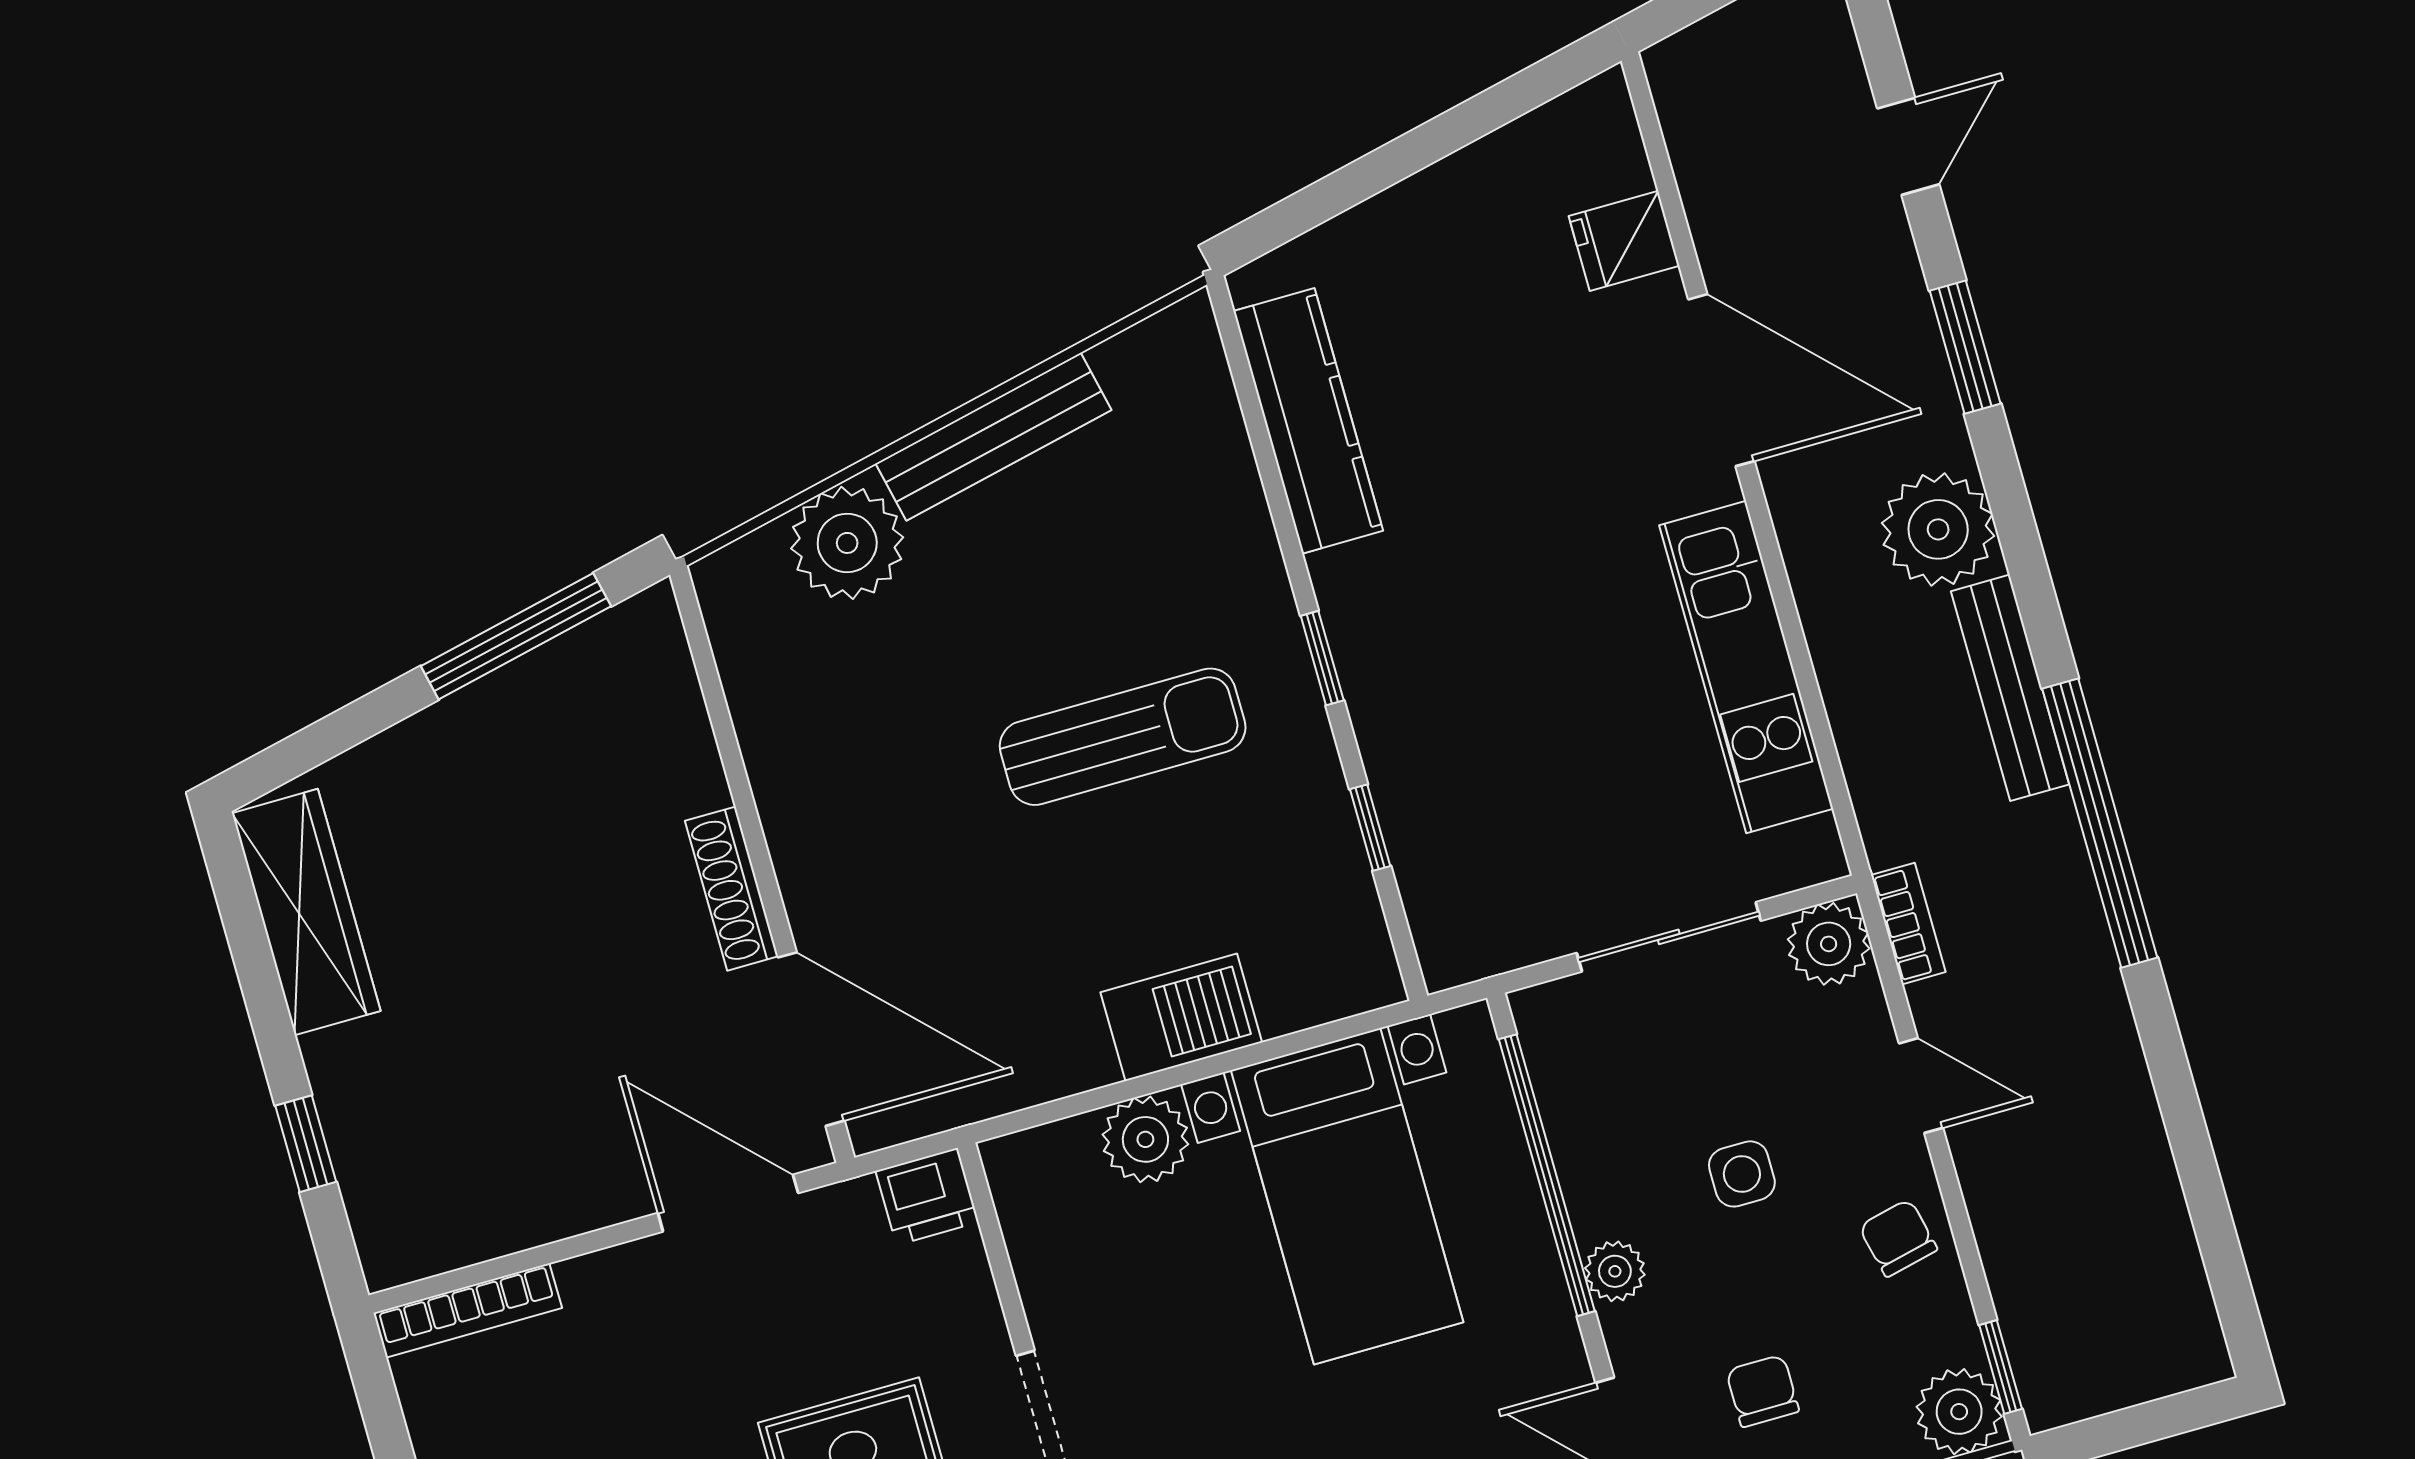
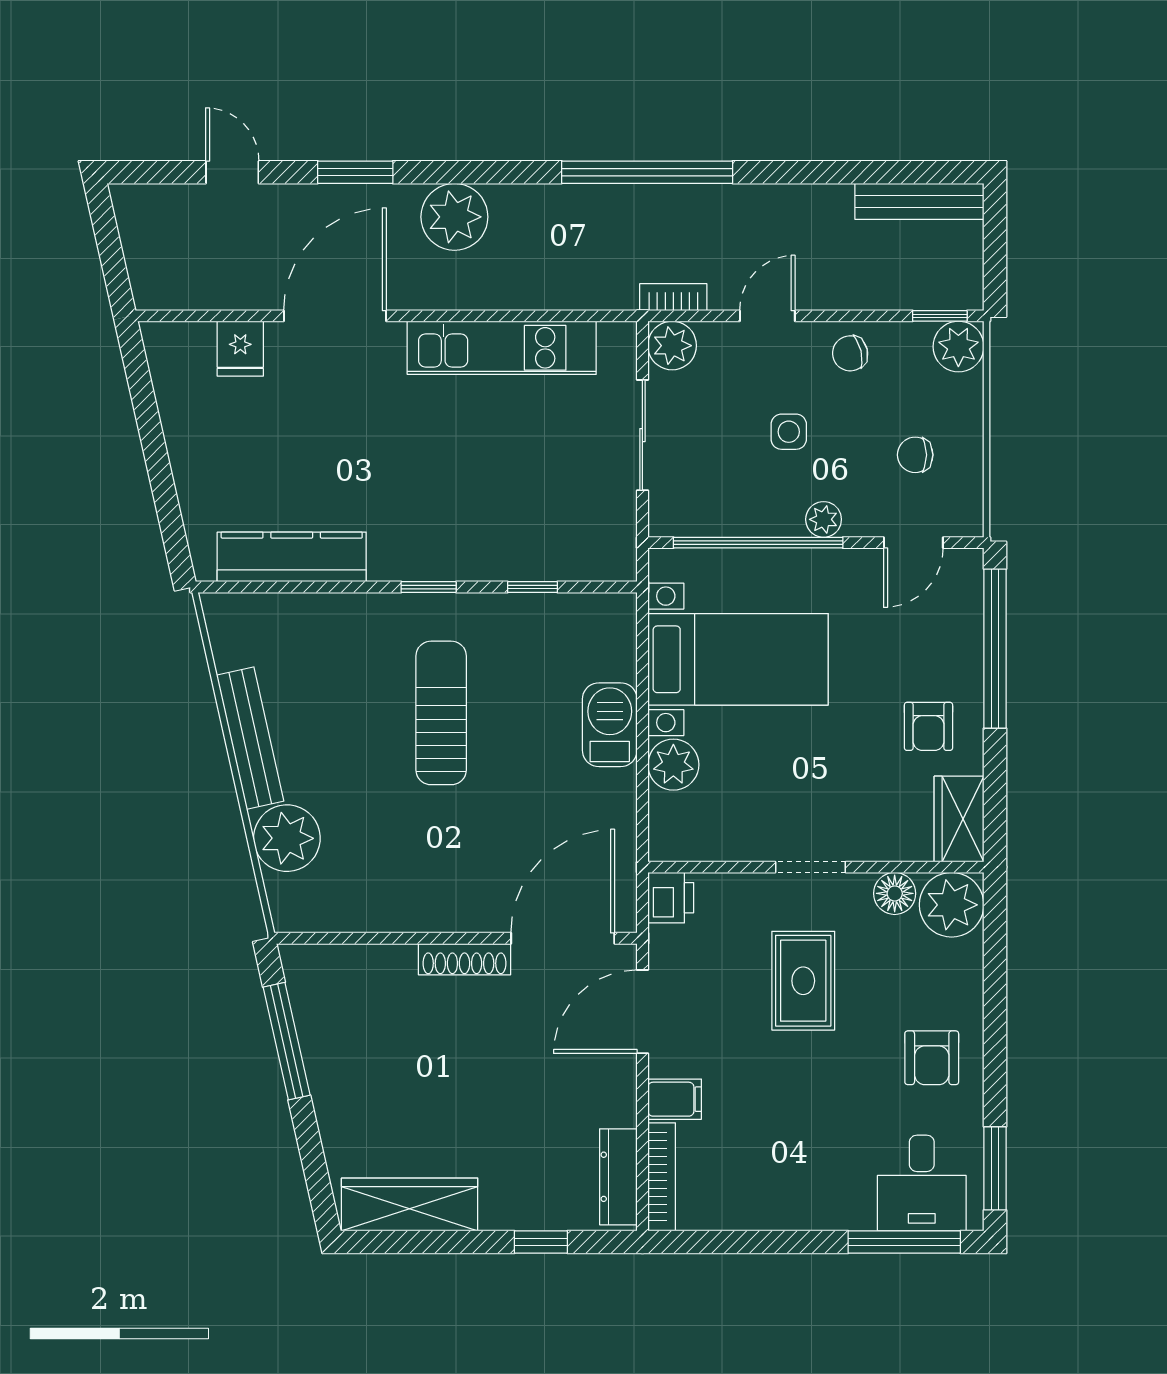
bench: (2010, 688) -> (919, 201), moved
dresser: (448, 1240) -> (618, 1177), added
filing cabinet: (600, 1296) -> (675, 1099), added

